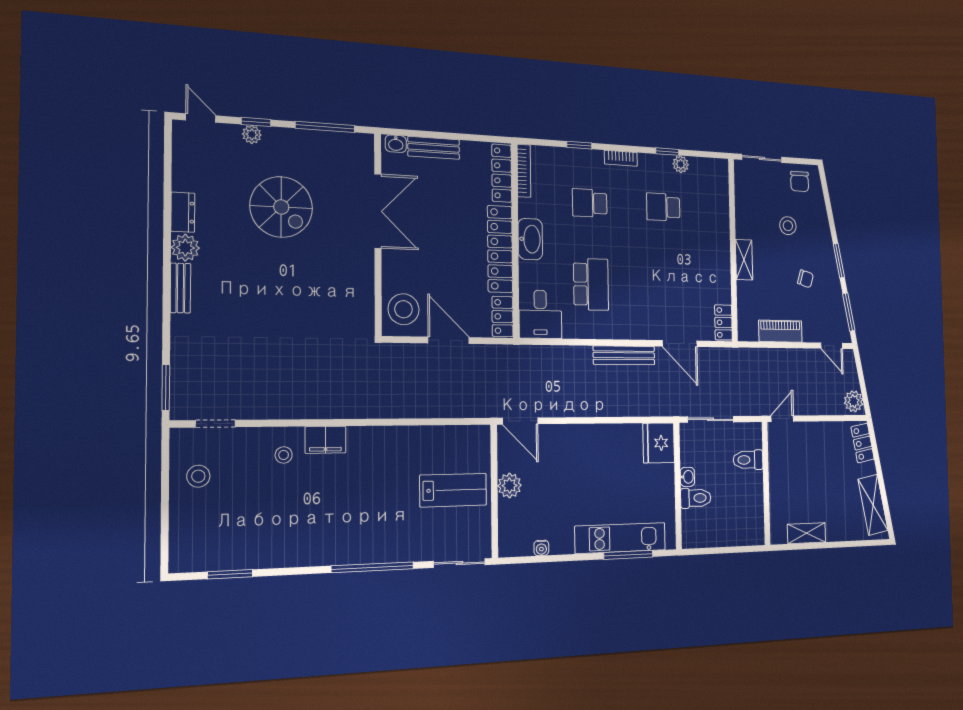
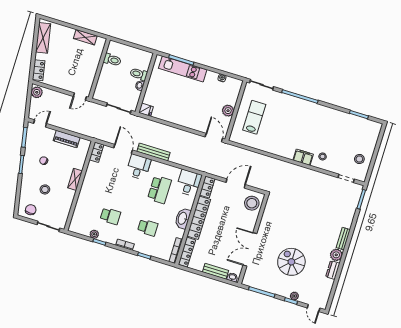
school desk: (591, 284) -> (159, 190), turned 180
desk: (642, 318) -> (138, 167), added
door: (449, 340) -> (236, 184), swing flipped
door: (832, 346) -> (40, 123), hinge flipped
fridge: (659, 443) -> (146, 110), width x0.53, depth x0.75
toilet: (748, 460) -> (112, 60), moved
lab bench: (453, 490) -> (254, 117), turned 90

